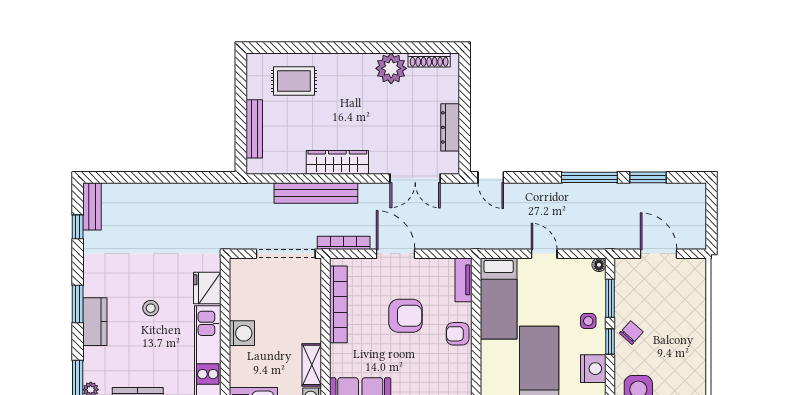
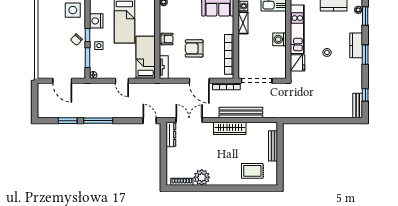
dresser: (450, 127) -> (171, 135), moved

